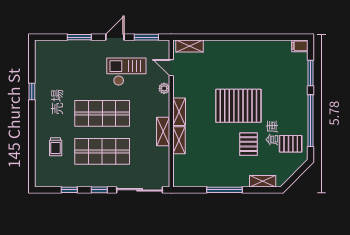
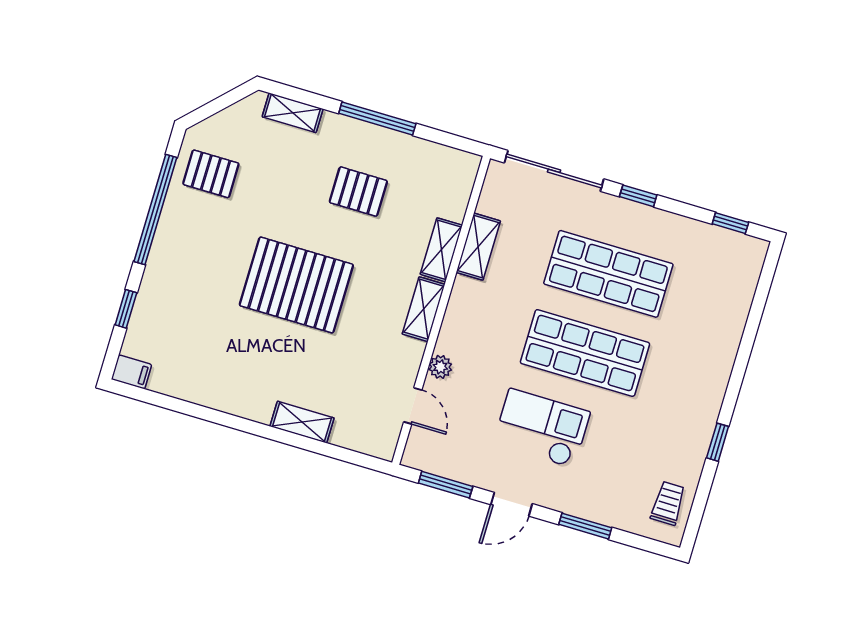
shelving: (189, 46) -> (302, 422), moved
checkout: (126, 72) -> (542, 428), moved, turned 180
window: (311, 73) -> (126, 309), width x0.67
shelving: (163, 132) -> (478, 247), moved
pallet: (249, 144) -> (358, 192), moved, turned 90
trolley: (56, 147) -> (668, 503), moved
window: (69, 190) -> (730, 223), moved

